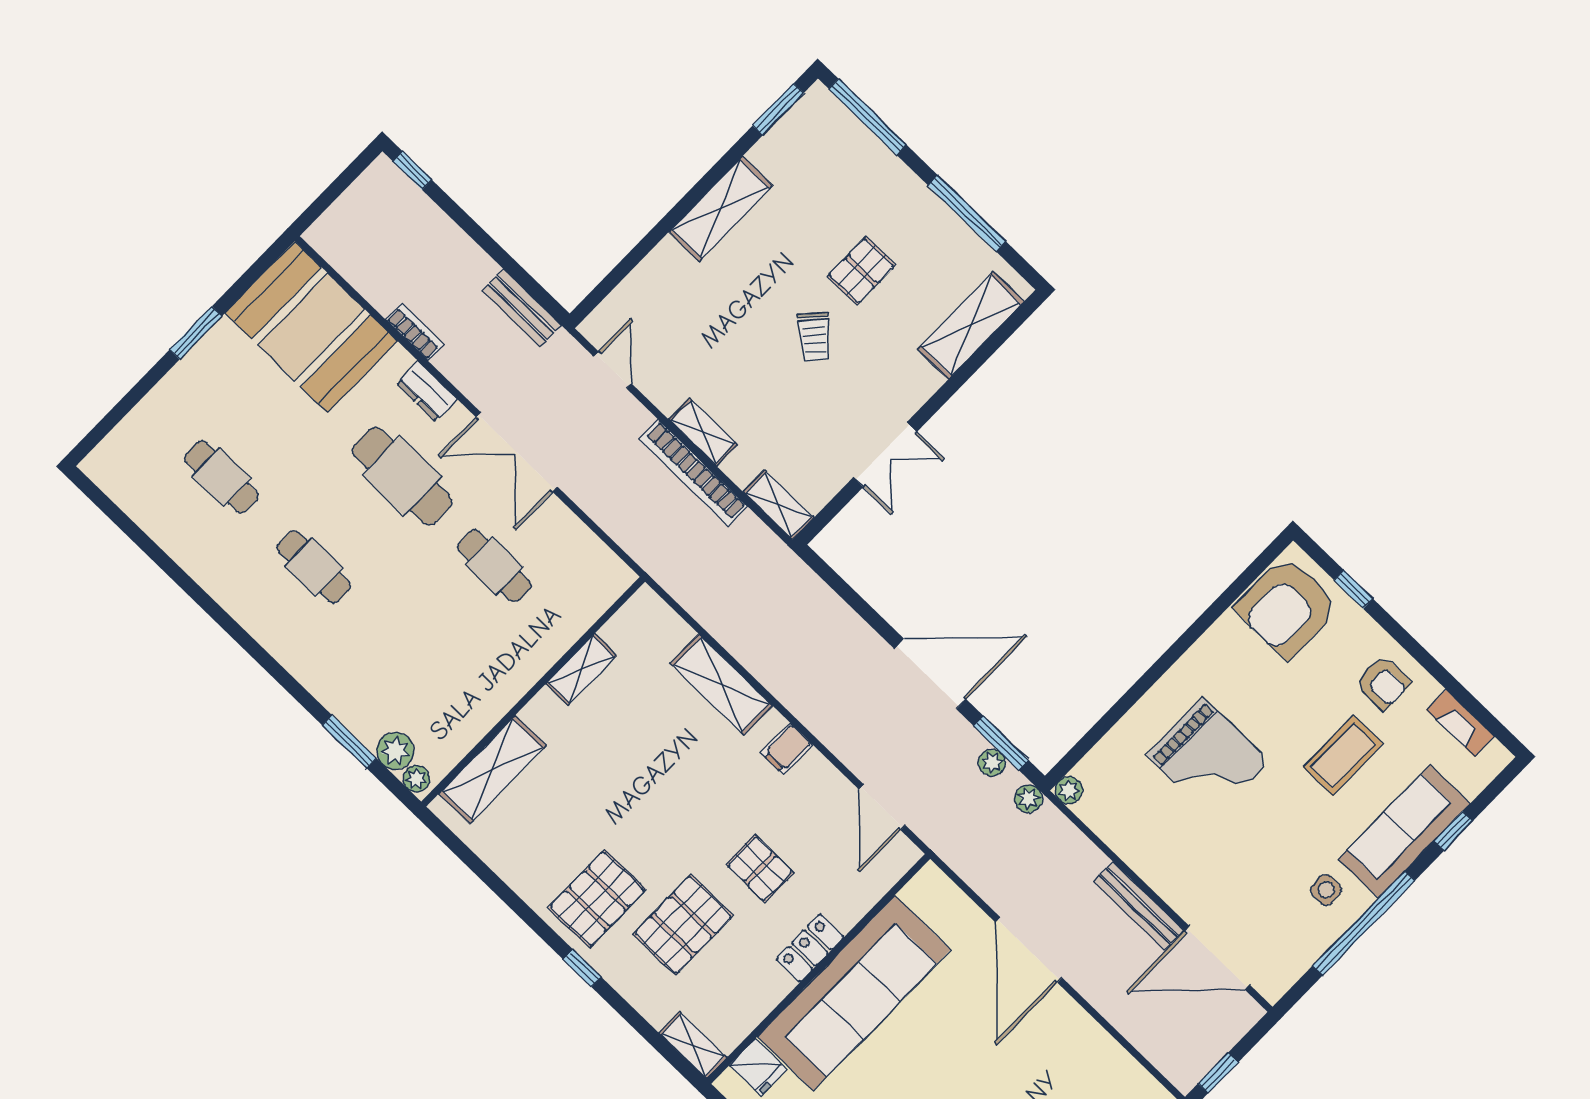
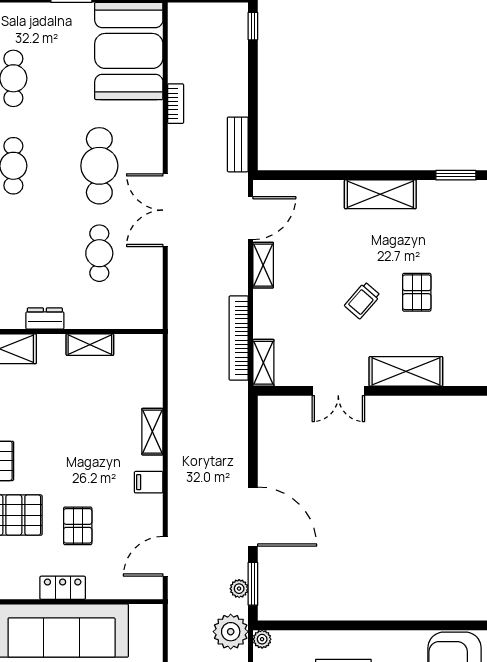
pallet: (861, 271) -> (417, 292), turned 90
shelving: (971, 325) -> (406, 371), moved
door: (613, 370) -> (251, 218), width x1.37
dresser: (427, 391) -> (45, 319), moved, turned 90
shelving: (703, 432) -> (263, 265), moved
bookcase: (693, 473) -> (239, 338), moved
shelving: (721, 685) -> (152, 432), width x0.67, depth x0.75
plant: (1029, 799) -> (231, 632), width x1.88, depth x1.88

